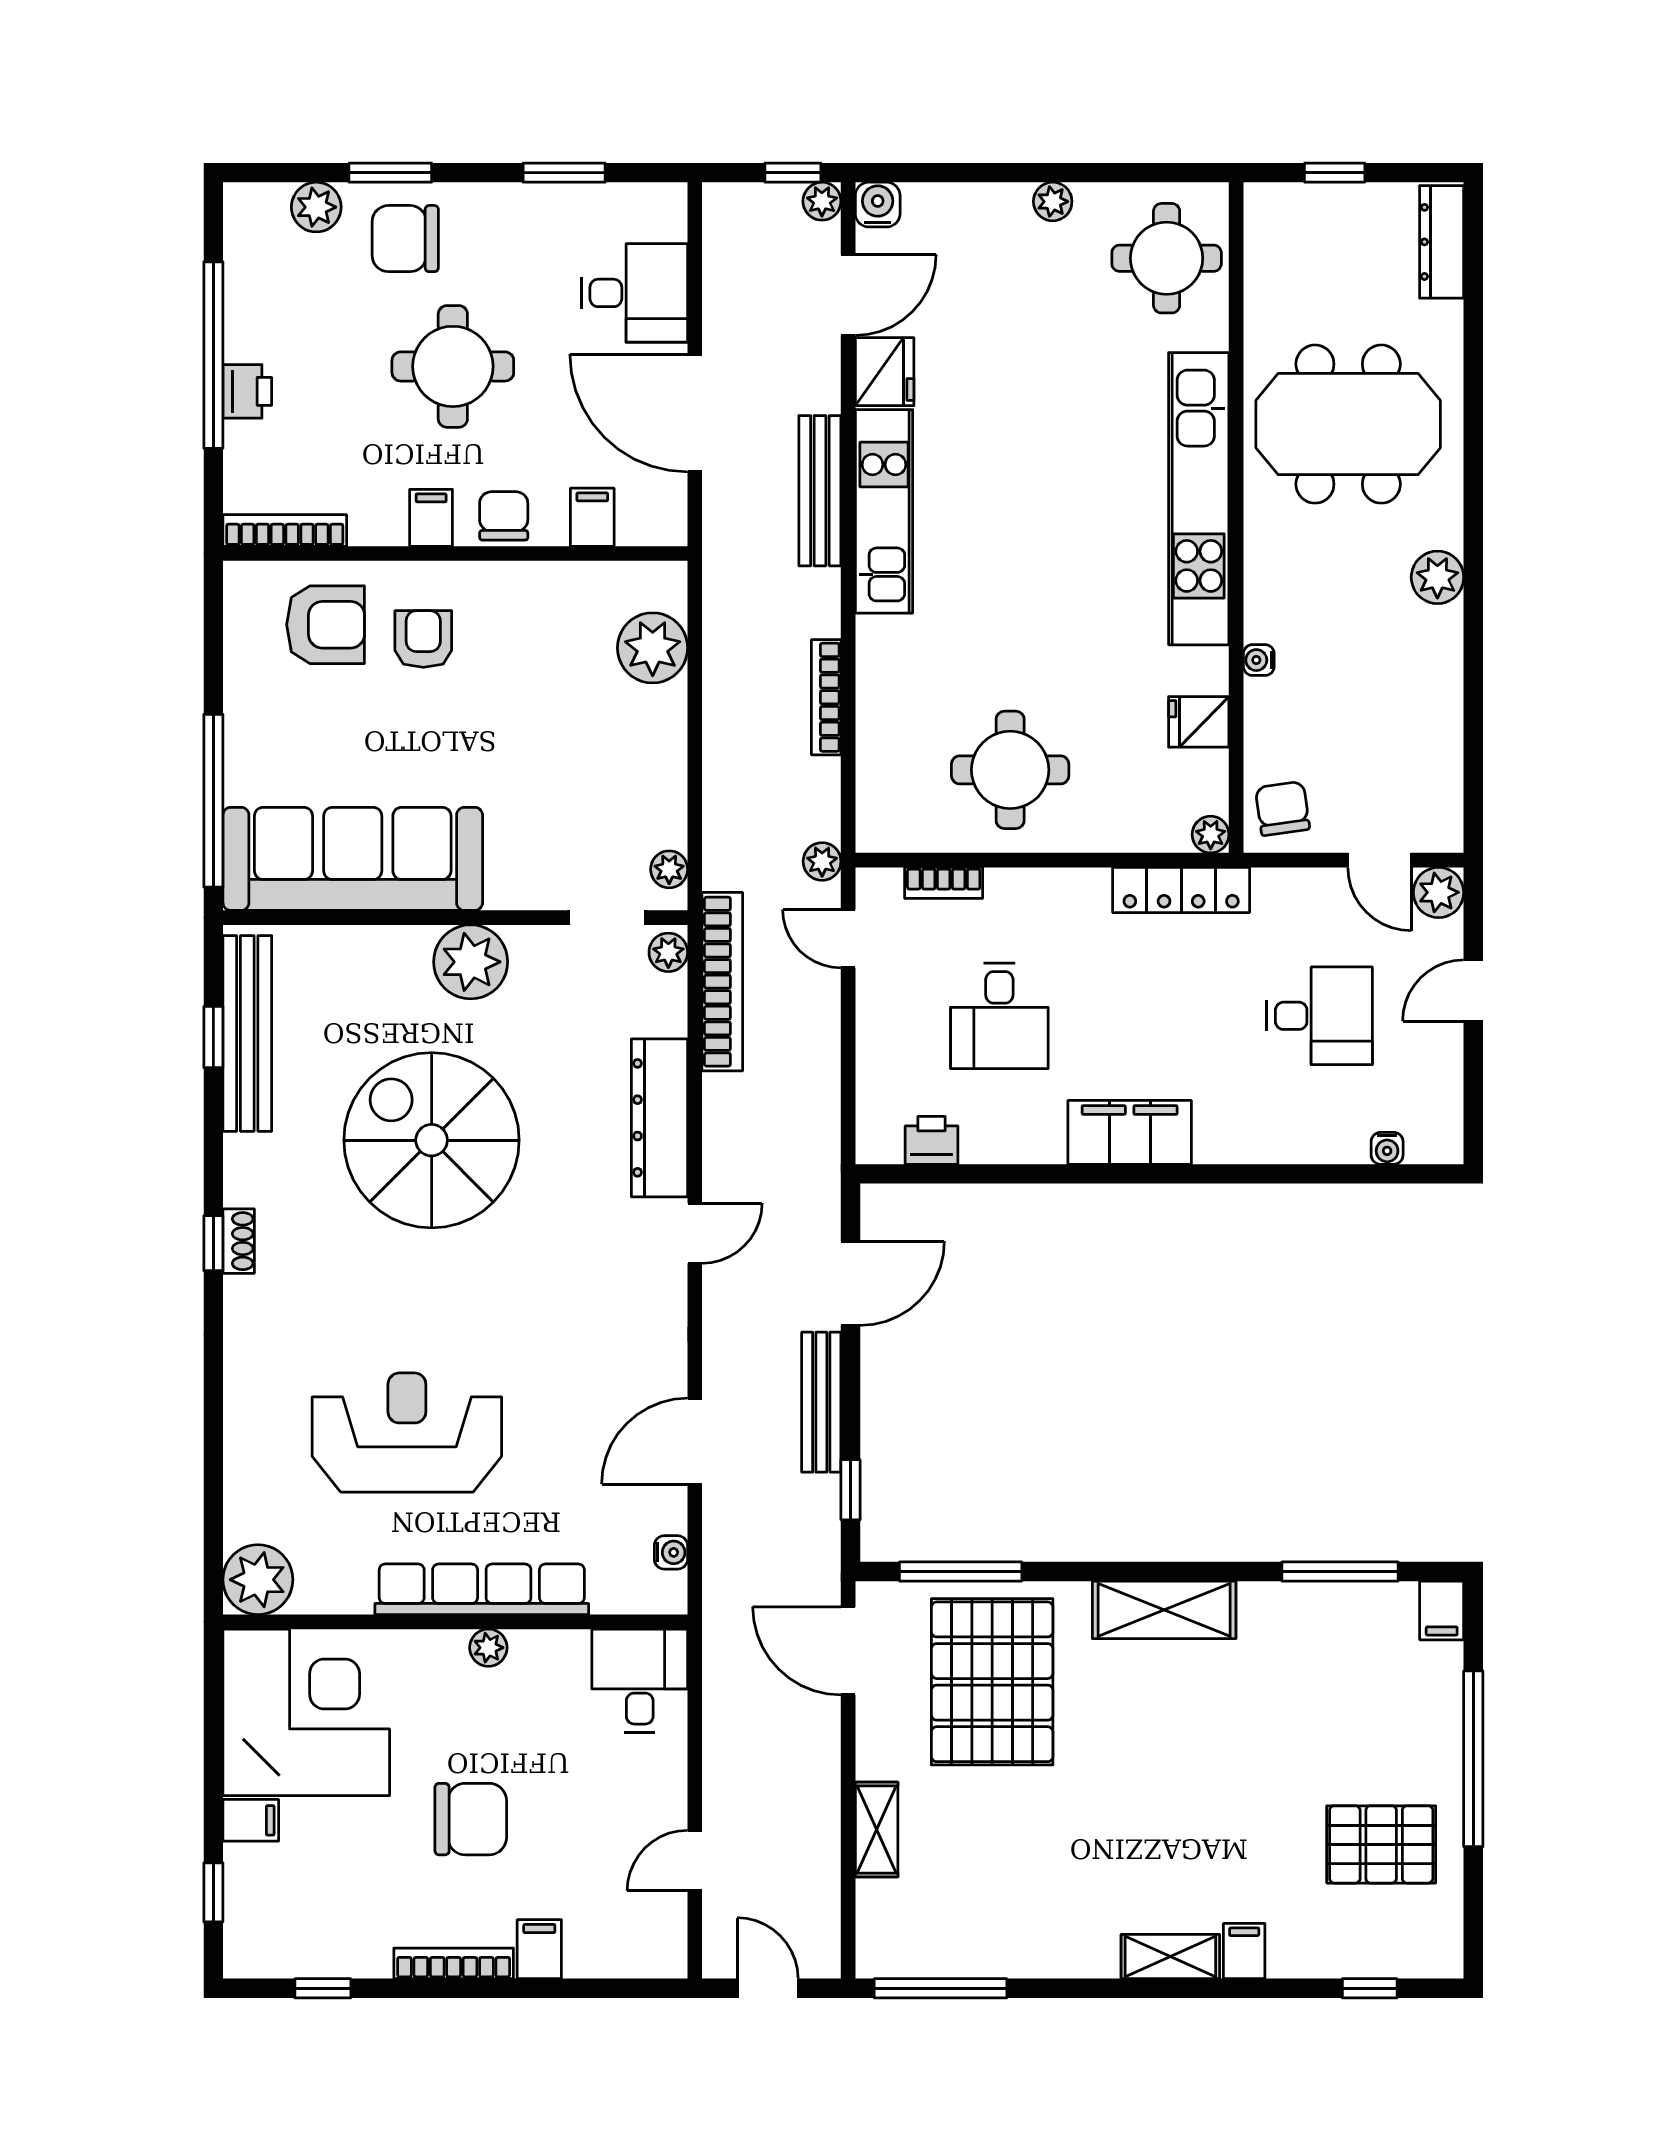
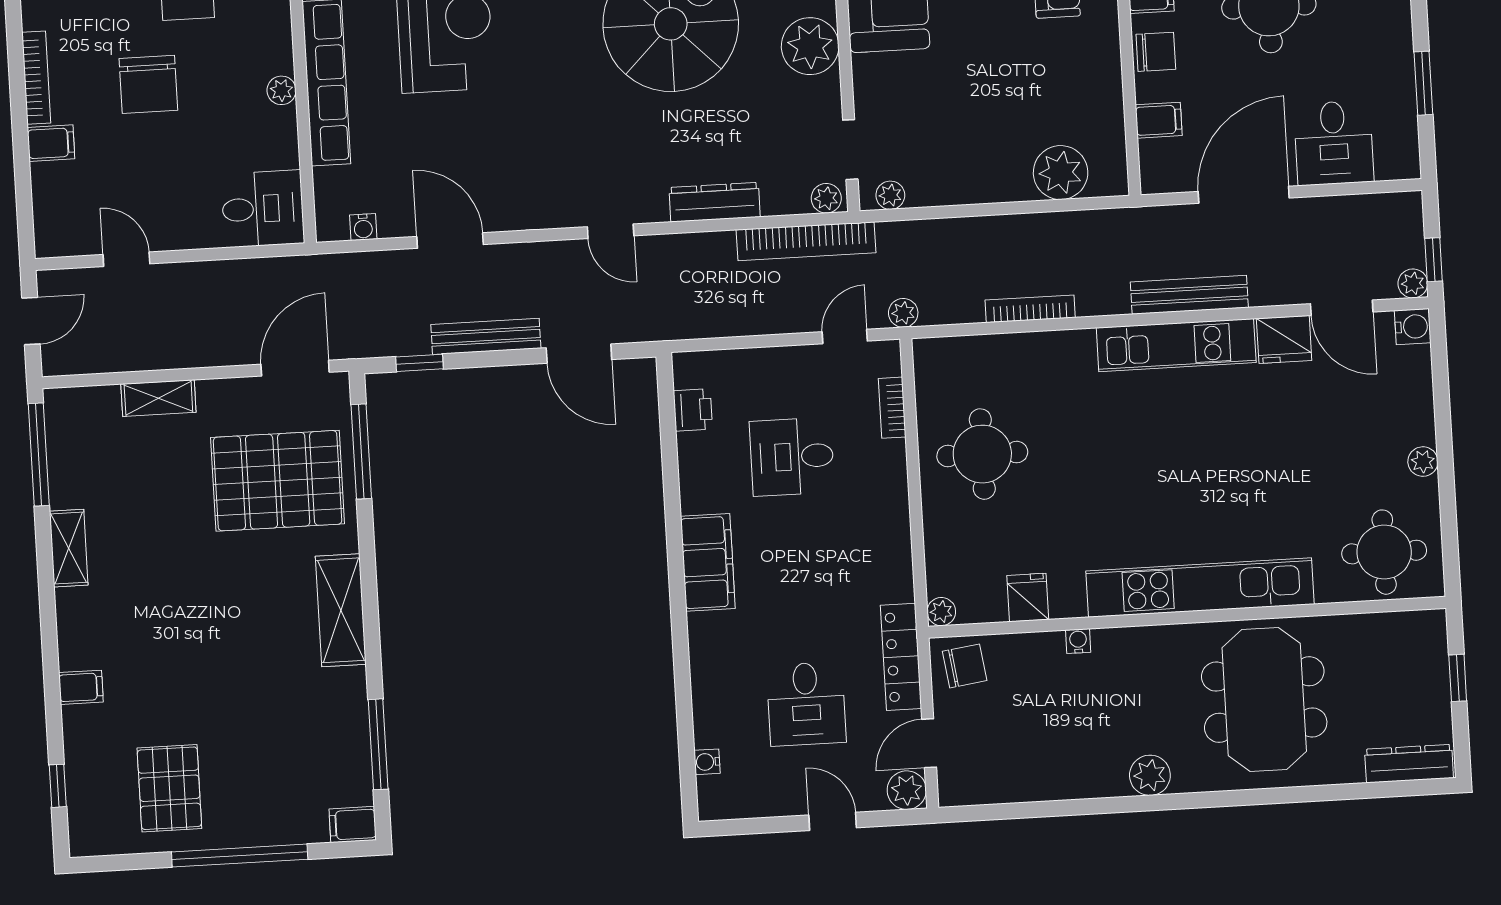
locker: (1181, 890) -> (901, 657), moved
dresser: (659, 1118) -> (715, 202), width x0.73, depth x0.80
shelving: (1170, 1957) -> (69, 548), moved

